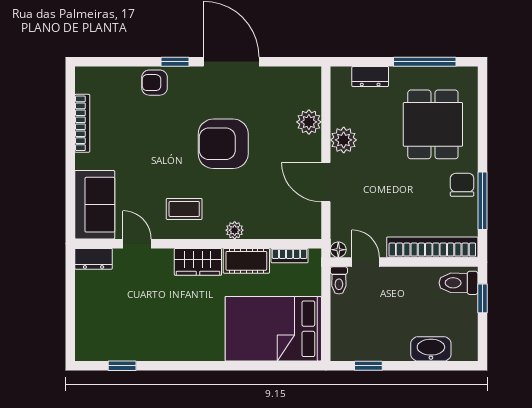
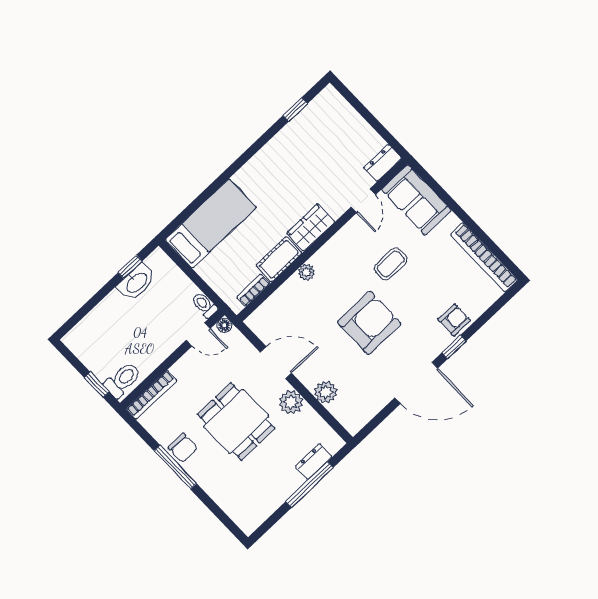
window: (425, 62) -> (310, 485), moved
bookcase: (82, 123) -> (484, 257), width x1.48, depth x1.31
dining table: (433, 124) -> (236, 421), moved
window: (483, 201) -> (175, 467), moved
coffee table: (184, 209) -> (391, 264), moved
door: (137, 244) -> (363, 201), hinge flipped
bookcase: (432, 247) -> (152, 395), width x0.68, depth x0.76
bed: (273, 329) -> (211, 224), width x0.67
washbasin: (431, 349) -> (136, 282), moved

